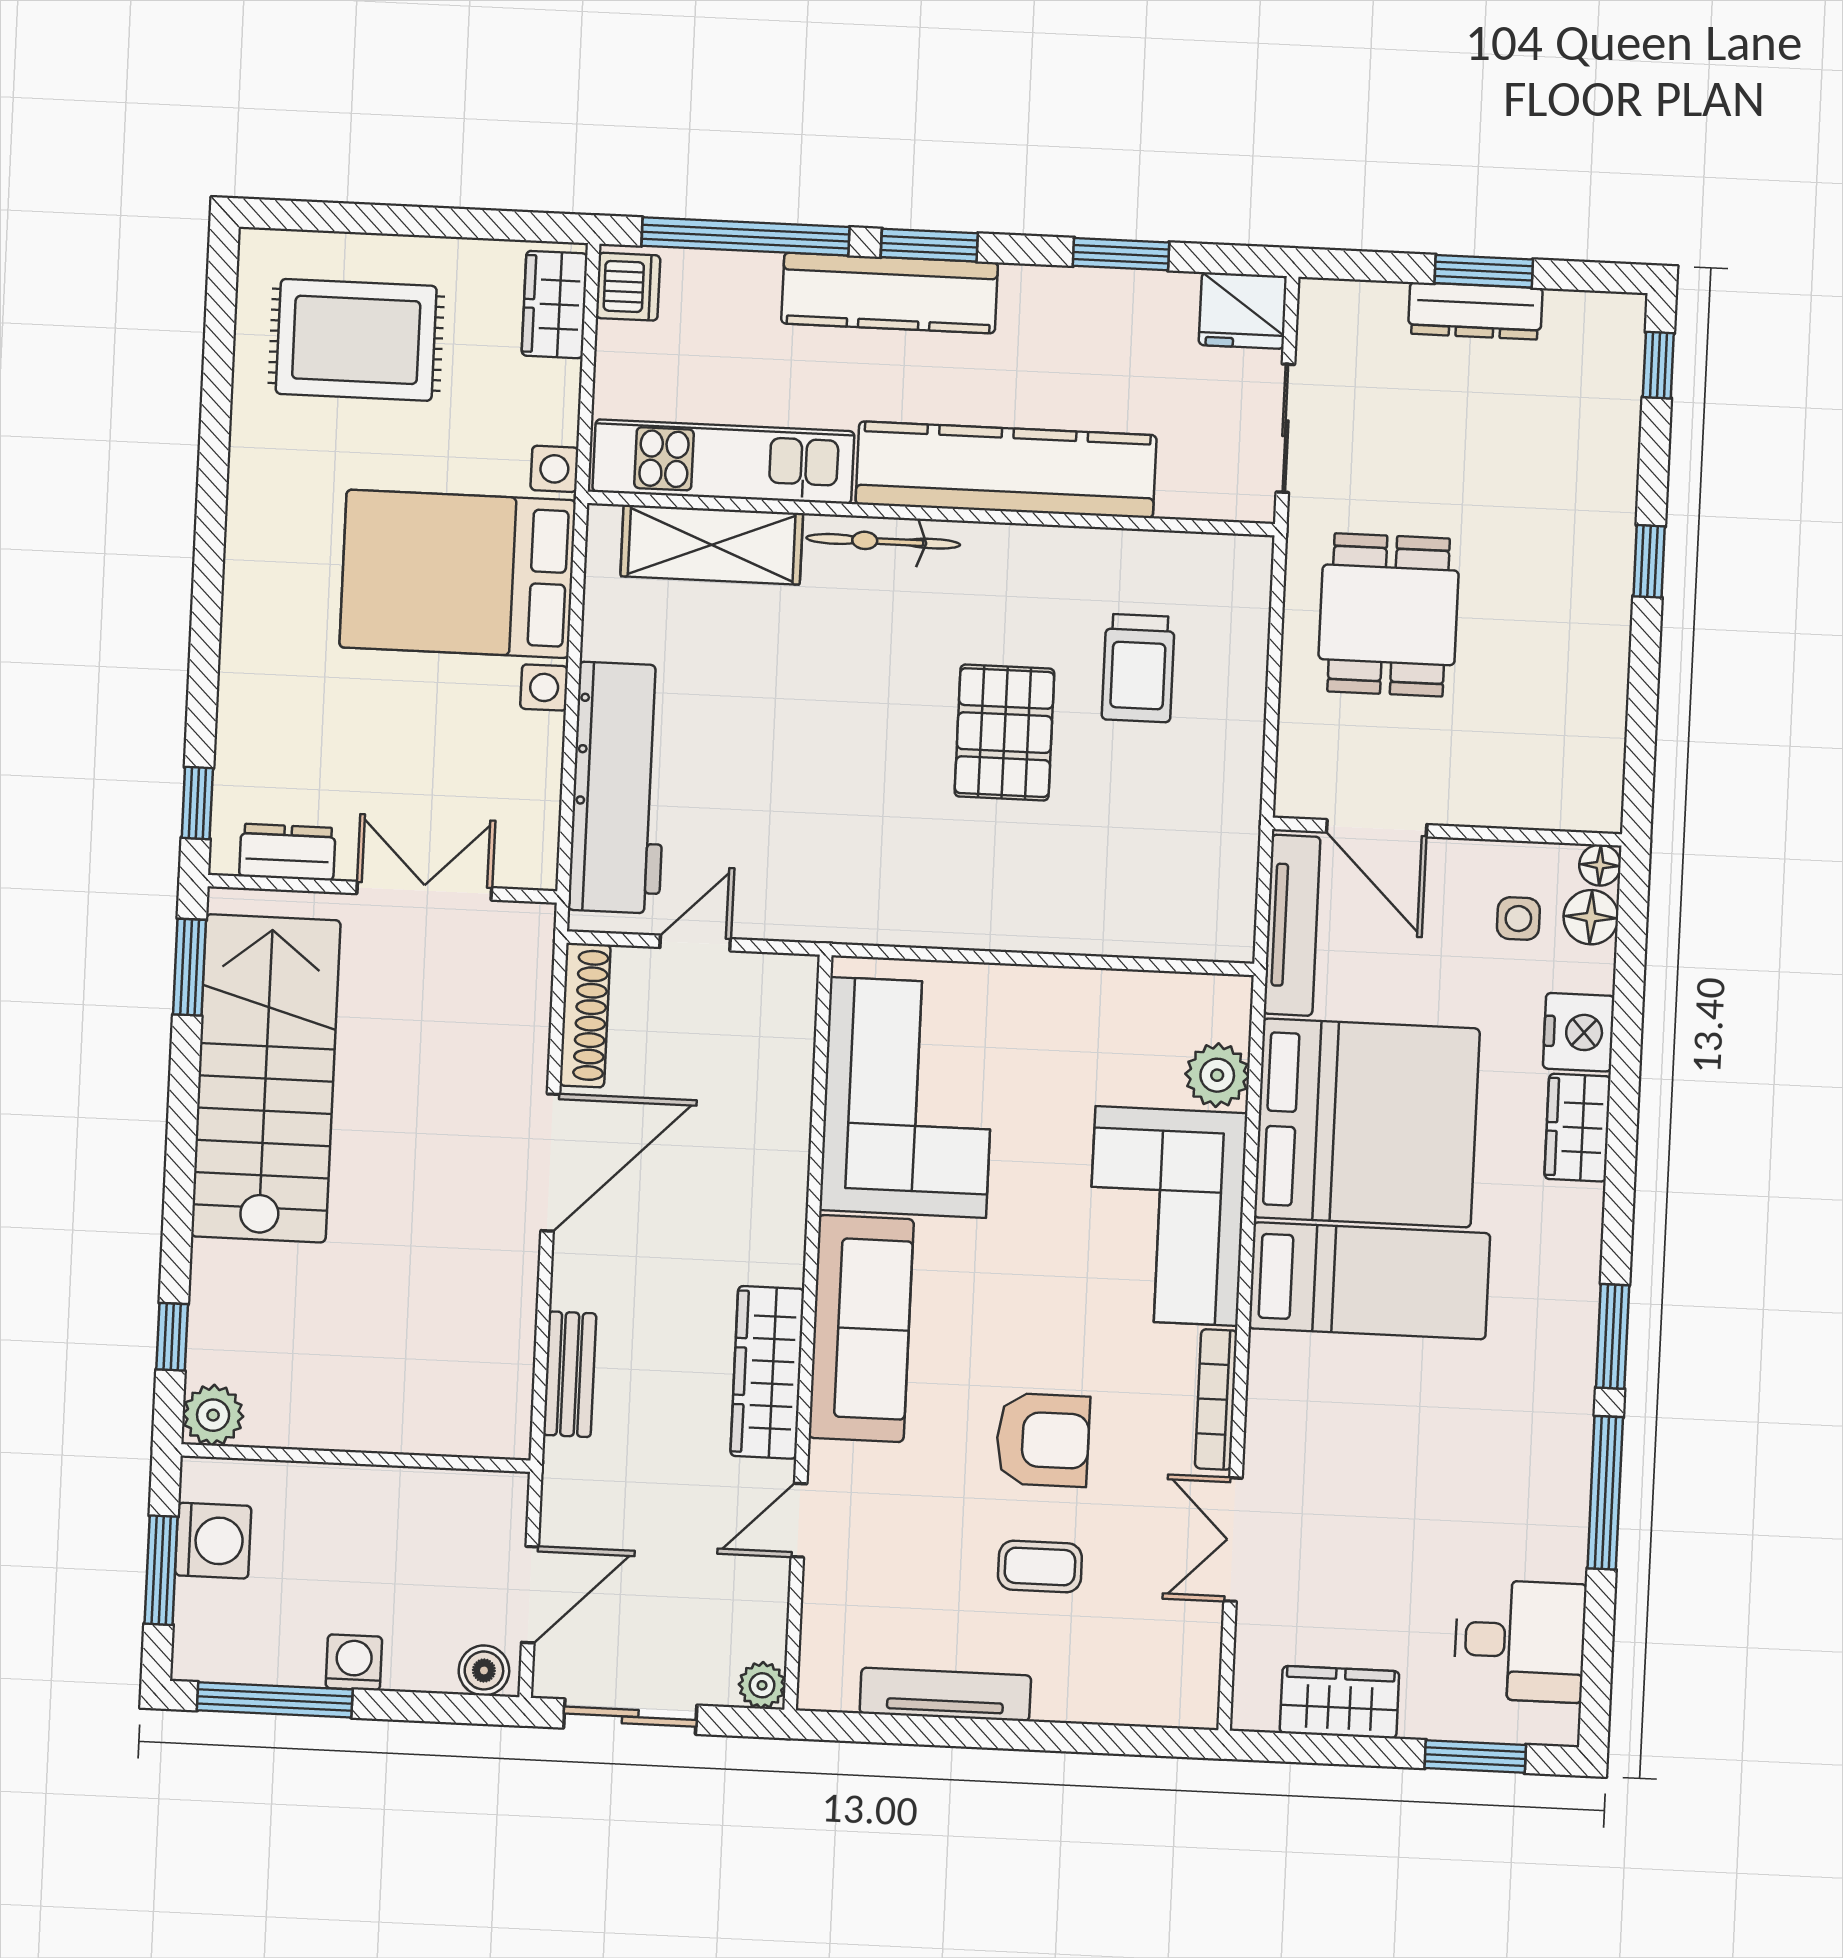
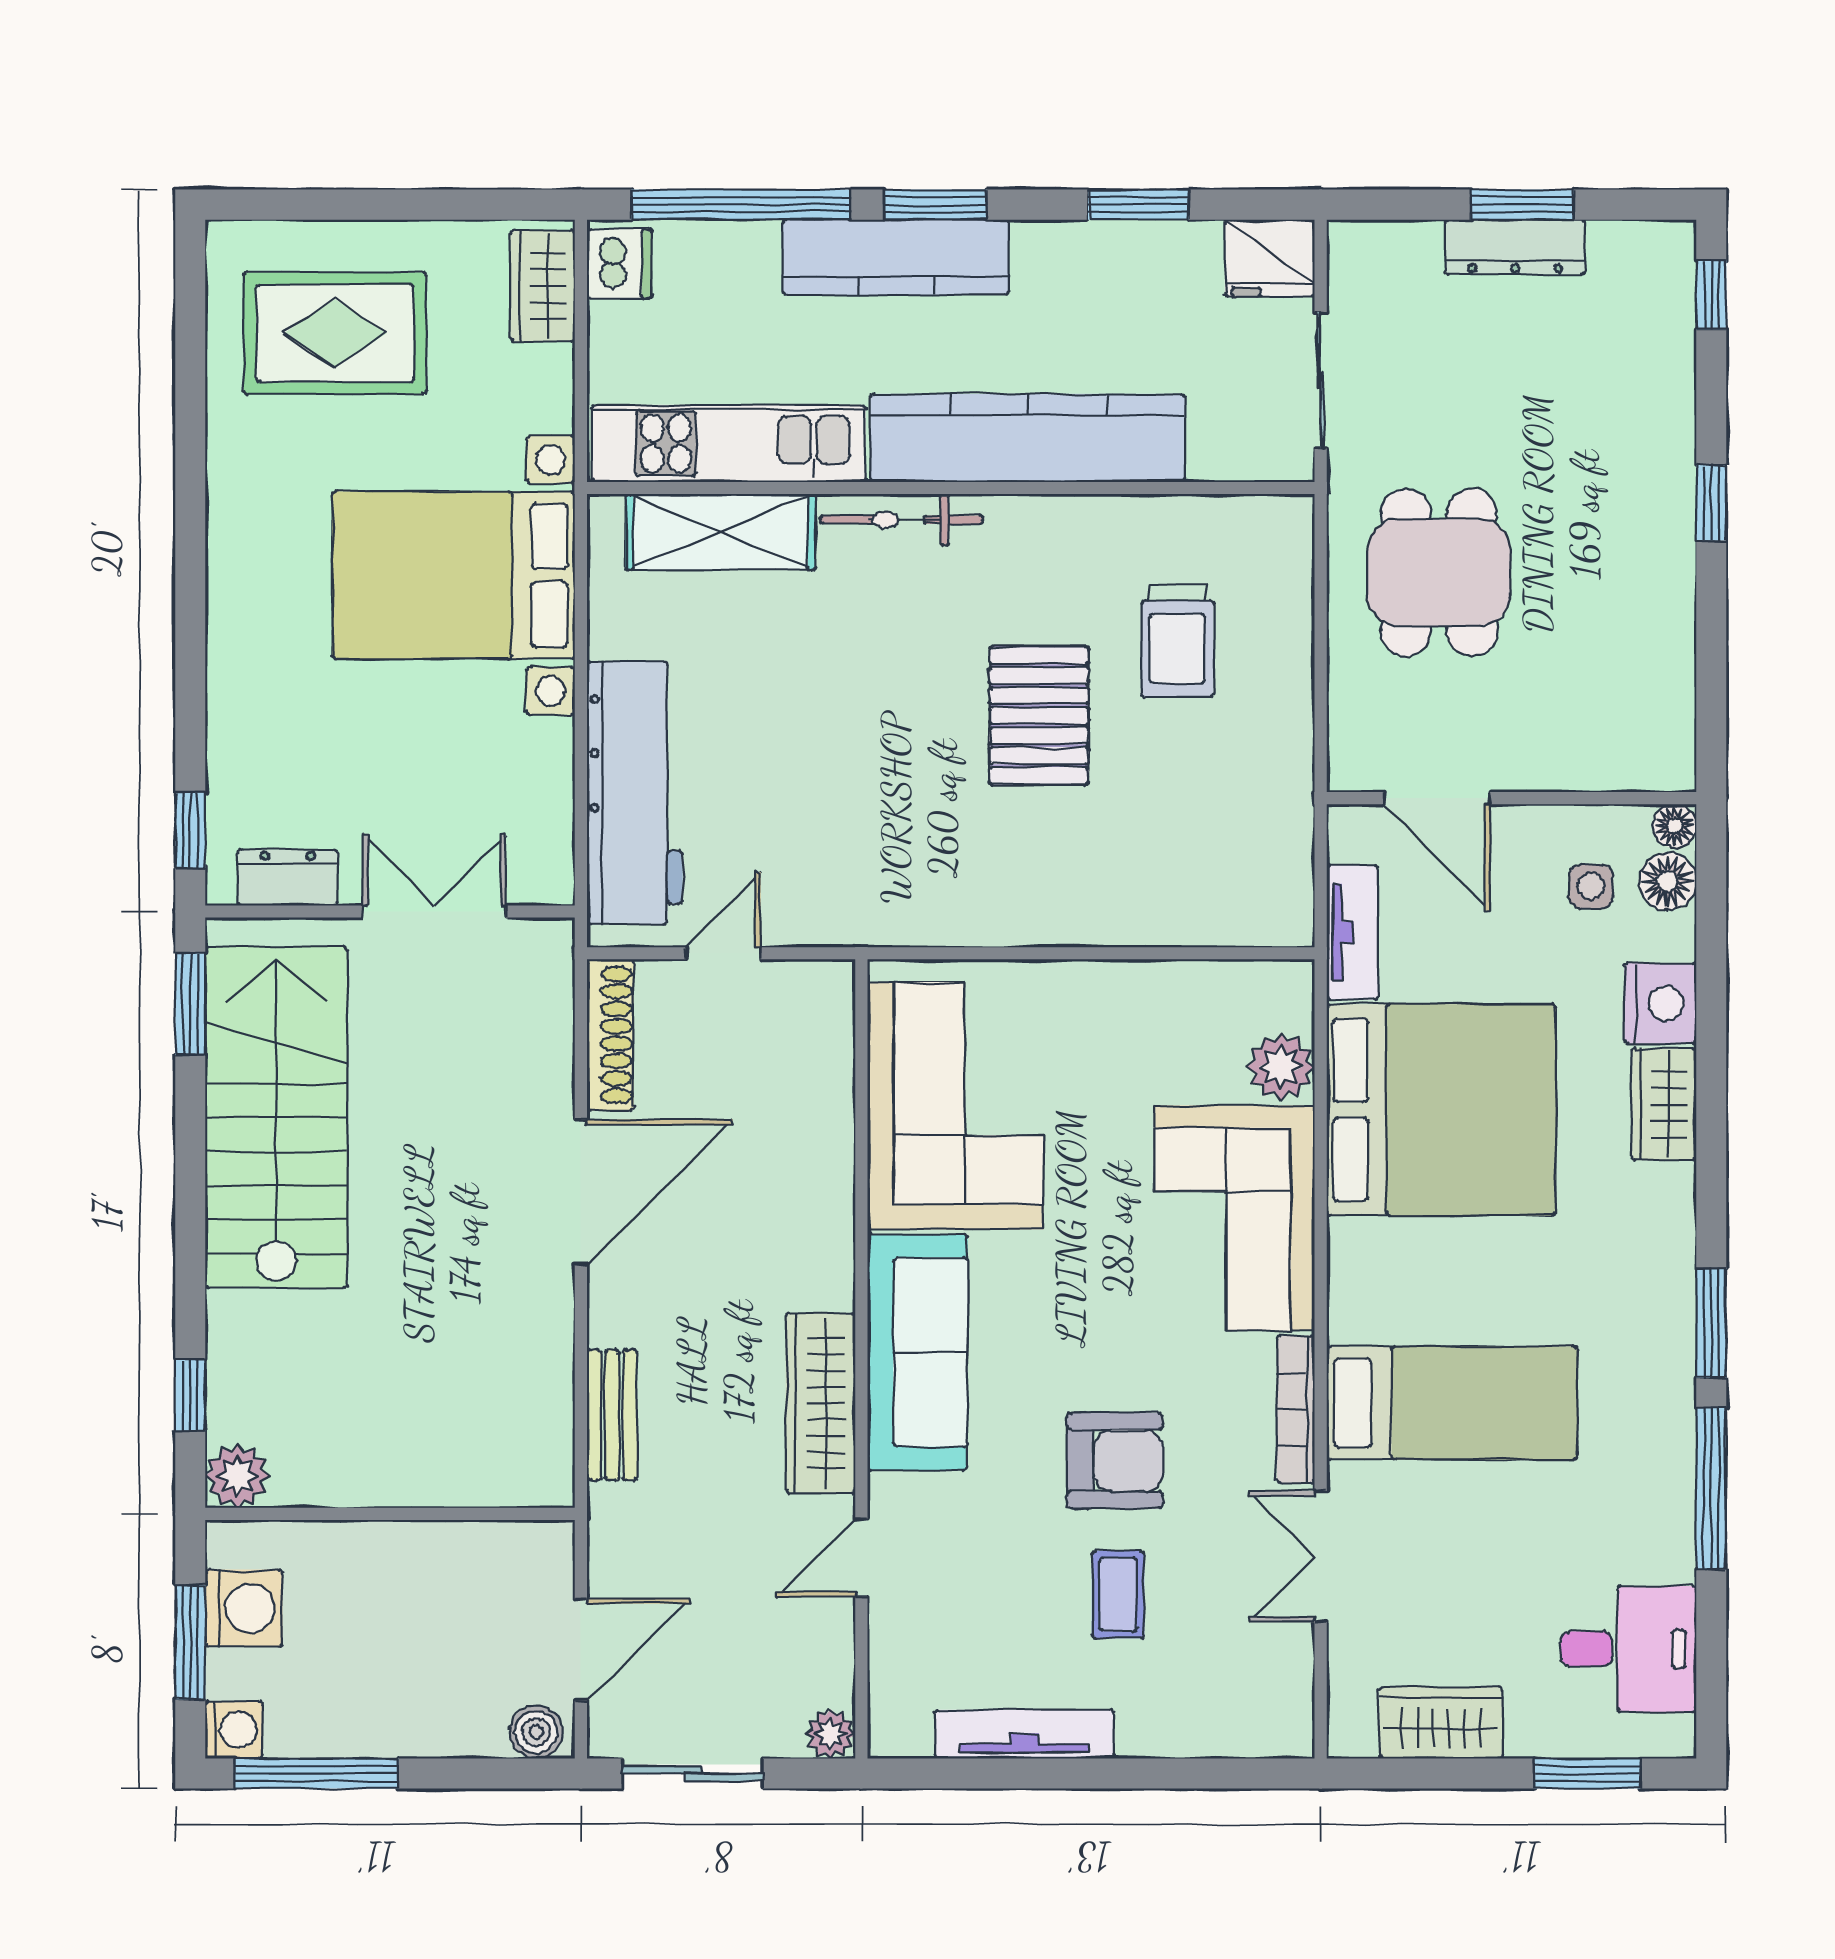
tv unit: (1292, 925) -> (1352, 932), width x0.71
bed: (1369, 1281) -> (1452, 1403), moved
coffee table: (1040, 1566) -> (1118, 1594), turned 90
washing machine: (354, 1662) -> (234, 1730), moved, turned 90

